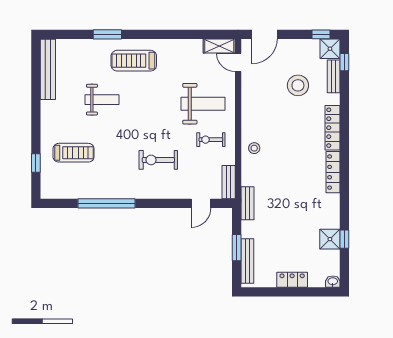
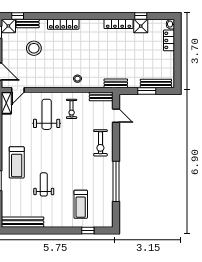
treadmill: (74, 153) -> (81, 204), turned 180
exercise bike: (158, 160) -> (100, 143), moved
locker: (333, 172) -> (119, 24), moved
locker: (292, 280) -> (169, 40), moved

